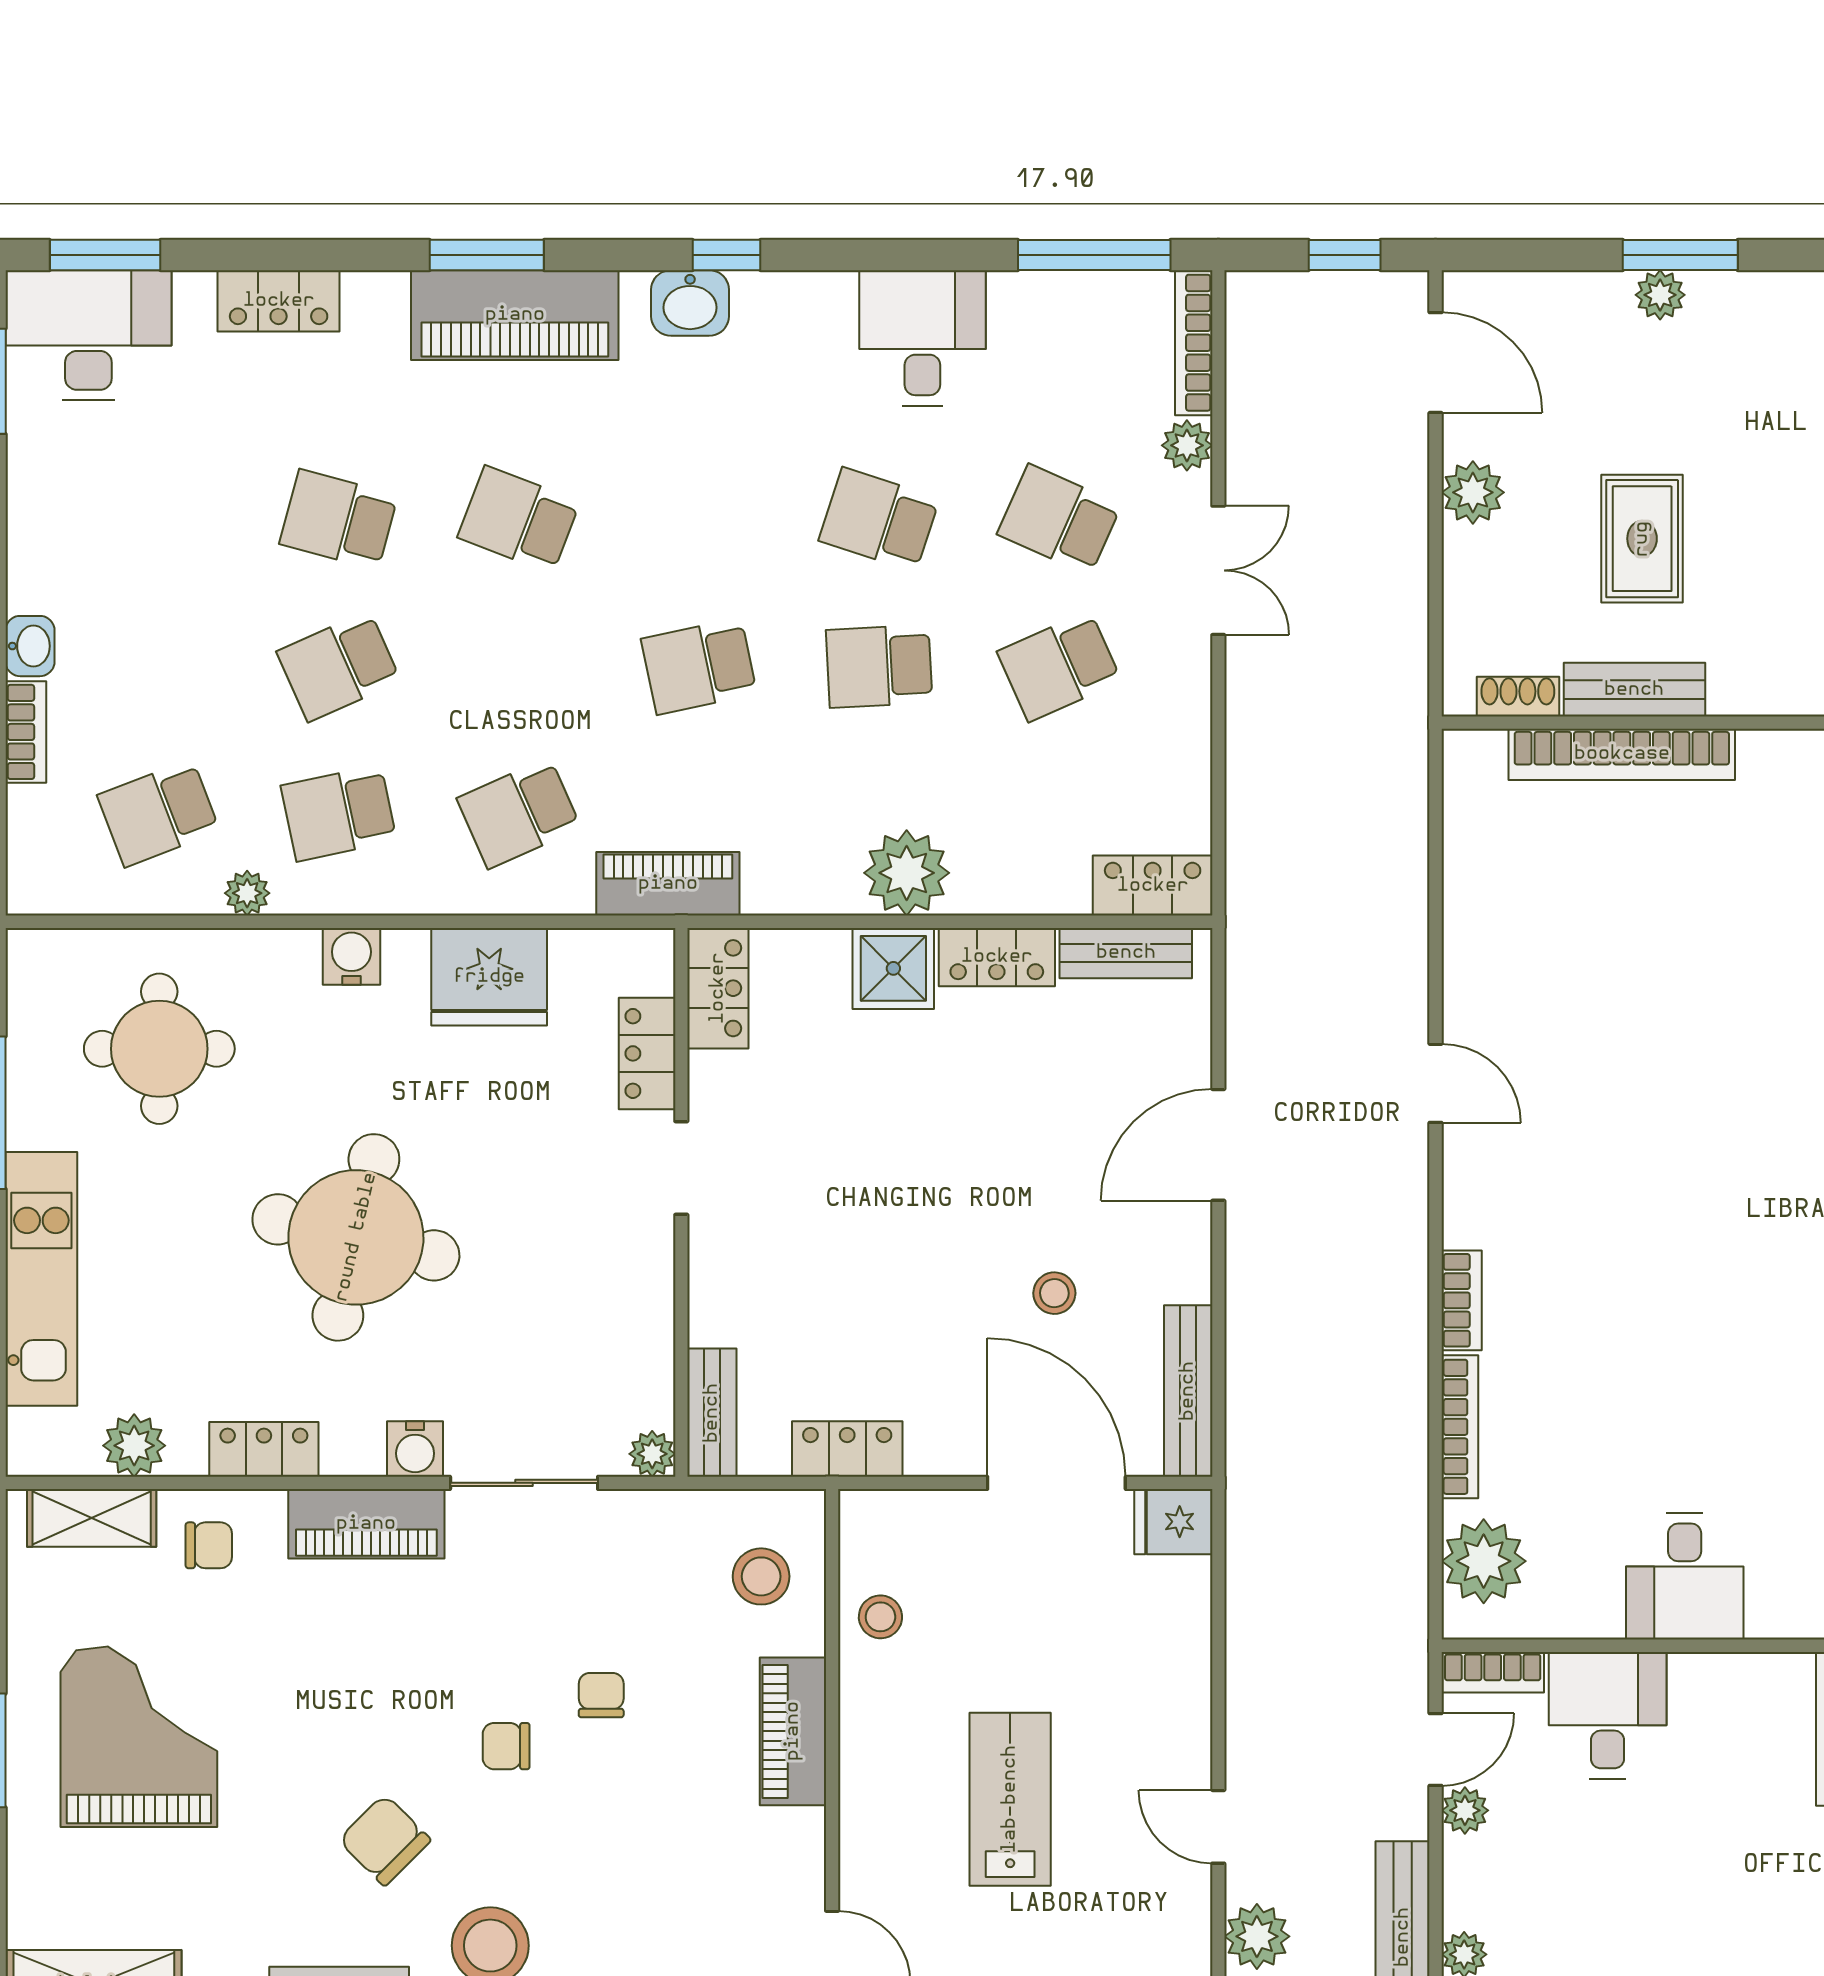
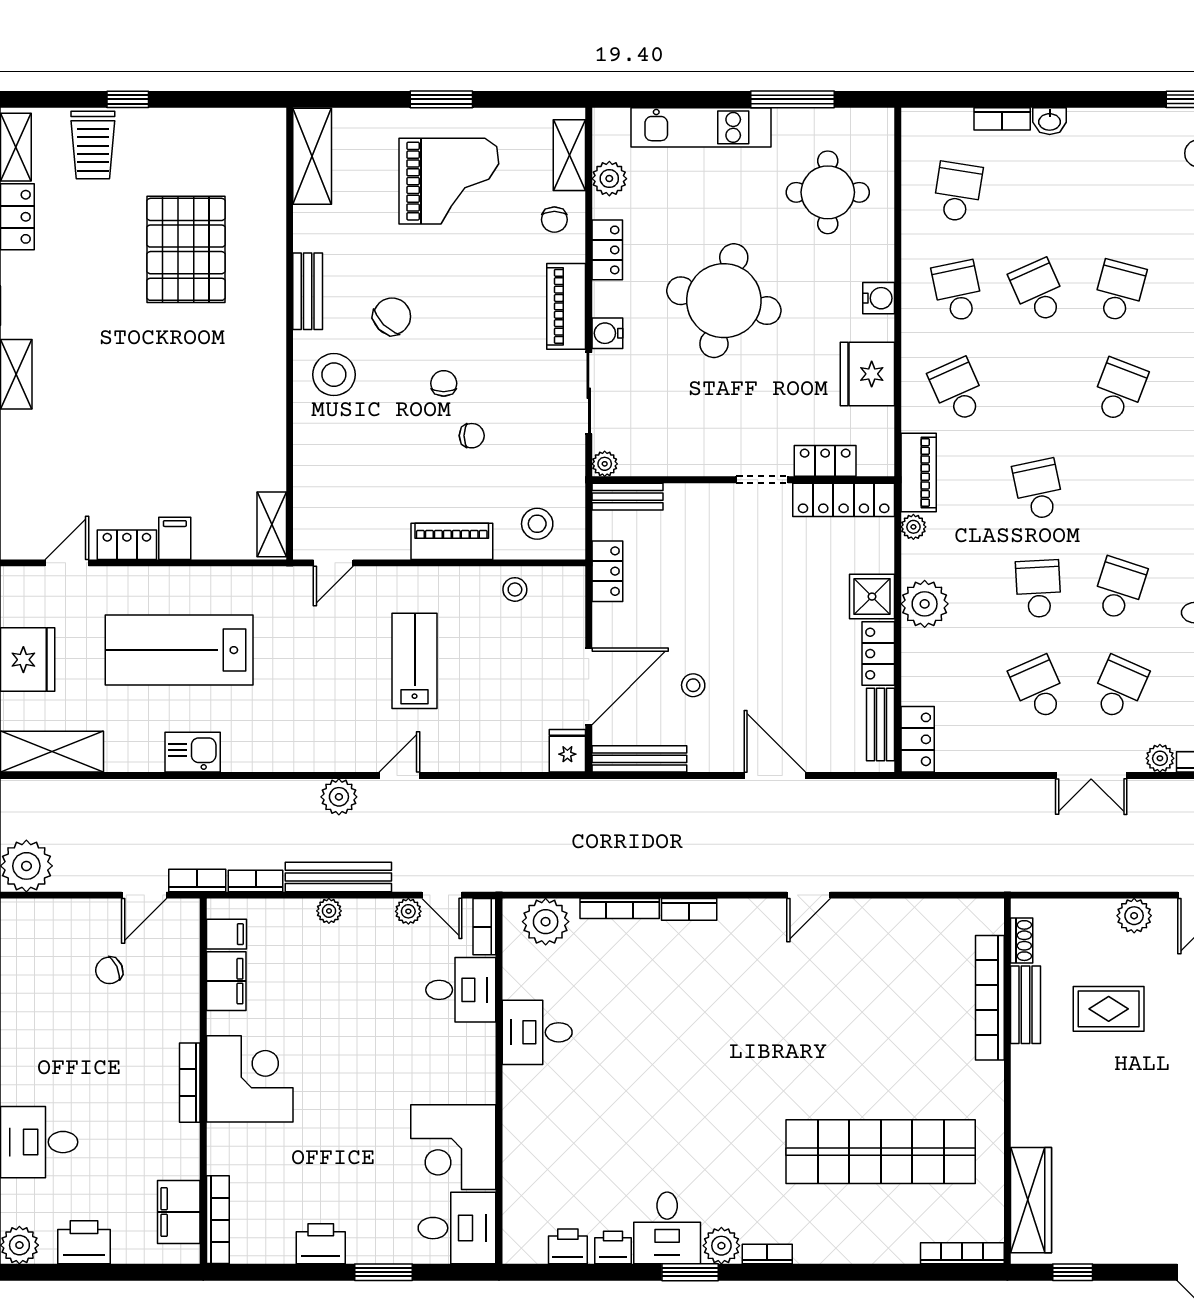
school desk: (159, 813) -> (958, 192), turned 30
plant: (247, 893) -> (913, 527), moved
locker: (718, 988) -> (844, 500), width x1.53
lab bench: (1010, 1799) -> (415, 661), turned -90

